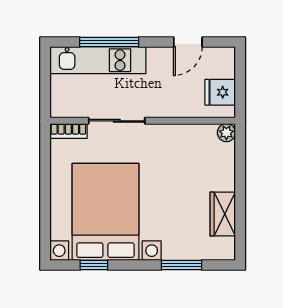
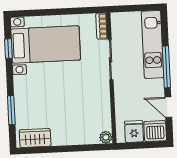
window: (109, 42) -> (166, 67), moved
dishwasher: (221, 62) -> (155, 131), added
bed with nightstands: (105, 212) -> (46, 44), width x0.73
wardrobe: (223, 214) -> (35, 138), moved

